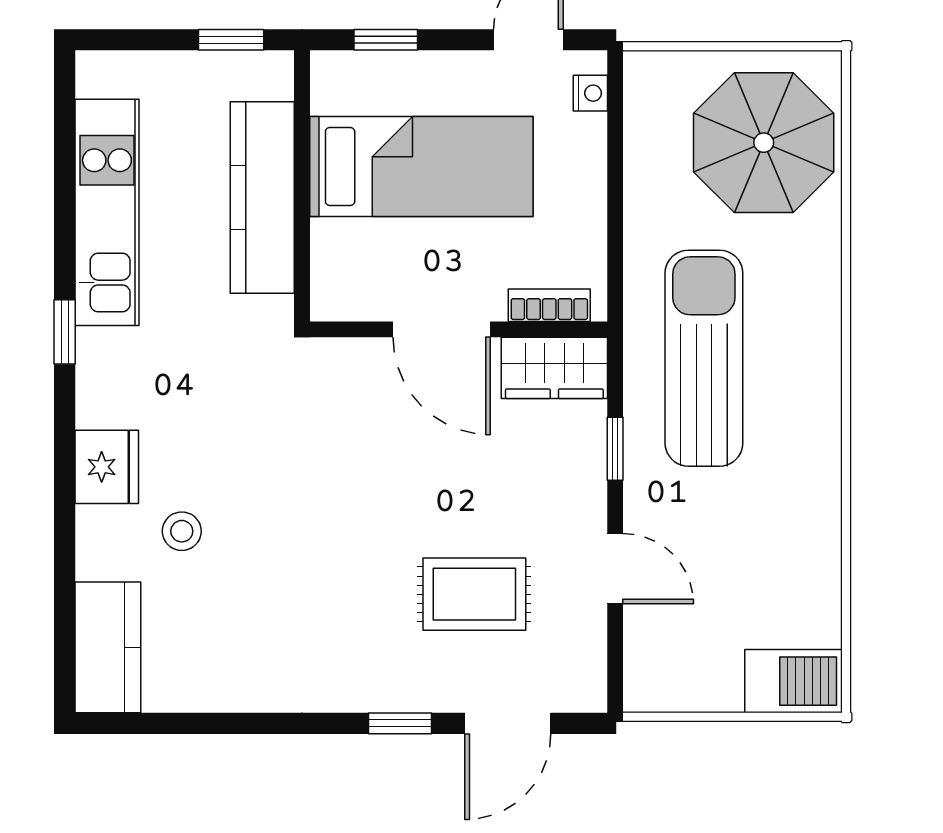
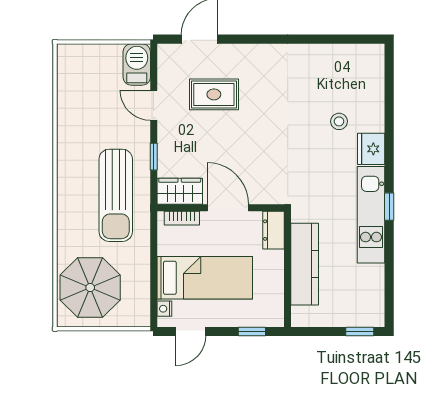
window: (231, 40) -> (360, 332), moved
bed: (421, 167) -> (205, 278), moved, turned 180
kitchen unit: (107, 212) -> (371, 215), moved
dresser: (335, 277) -> (273, 230), added
kitchen counter: (108, 647) -> (371, 72), removed
barbecue: (793, 681) -> (137, 64), moved, turned 90
window: (400, 723) -> (246, 39), removed

